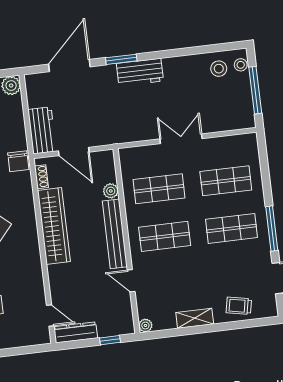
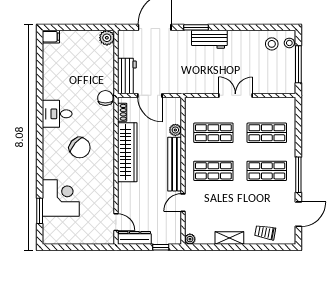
chair: (18, 161) -> (105, 98), turned 180
door: (131, 281) -> (183, 203), hinge flipped

